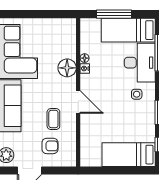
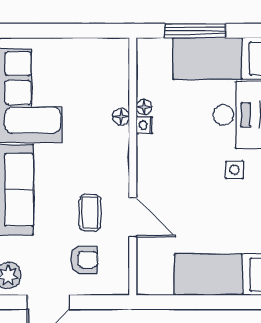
floor lamp: (67, 68) -> (121, 117), width x0.53, depth x0.53
door: (78, 102) -> (133, 217), moved

